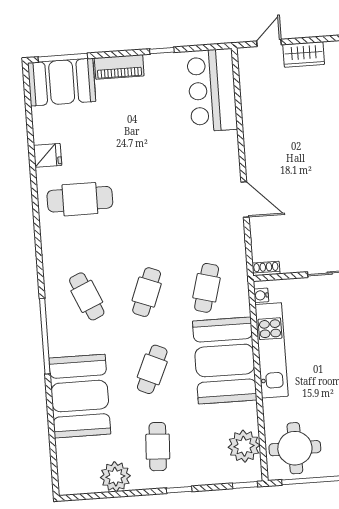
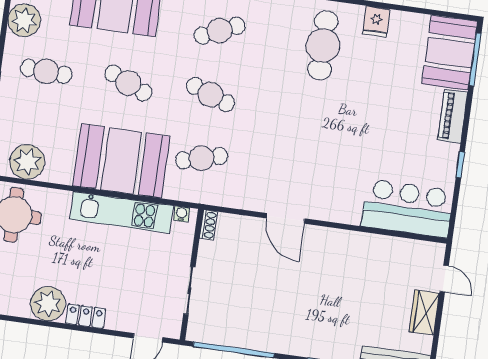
door: (245, 199) -> (286, 218), hinge flipped
cafe table: (207, 288) -> (202, 158), turned -30

